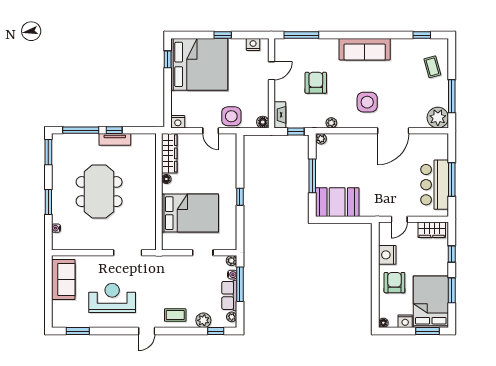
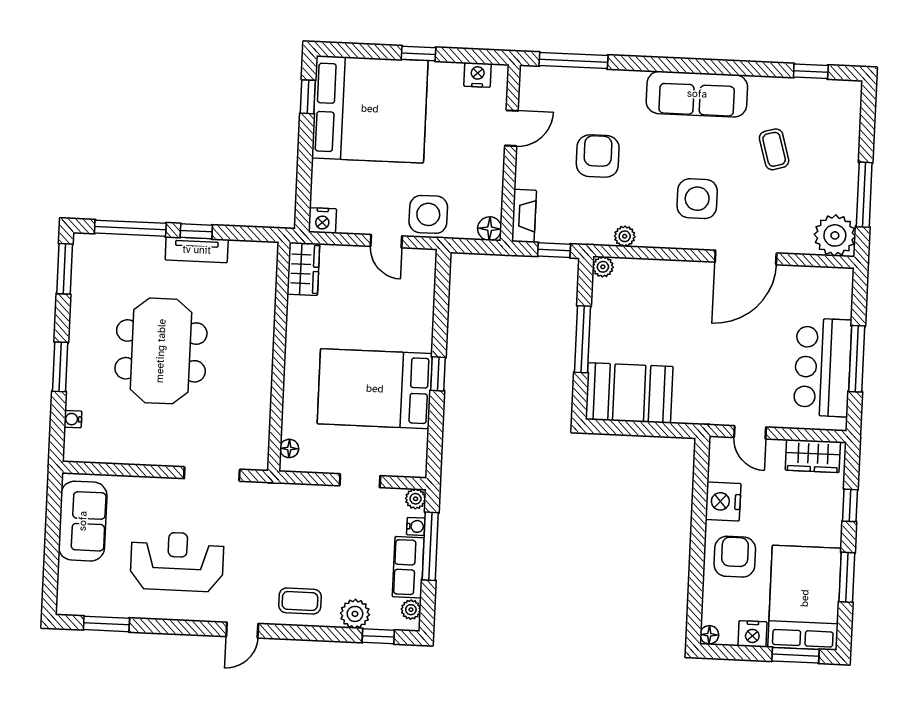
coffee table: (432, 67) -> (774, 149), moved
wardrobe: (169, 153) -> (303, 269), width x0.67
floor lamp: (166, 179) -> (289, 448), moved
bed: (190, 213) -> (375, 389), moved, turned 180
door: (399, 219) -> (750, 432), hinge flipped

